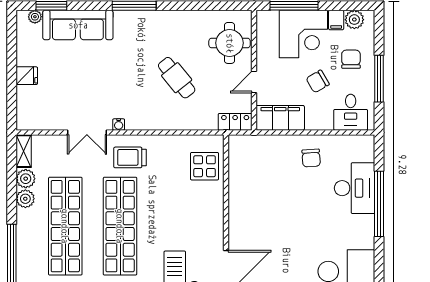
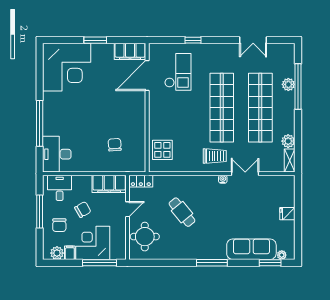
chair: (311, 158) -> (115, 145), moved
desk: (355, 188) -> (57, 154), moved
plant: (25, 199) -> (288, 84), moved

